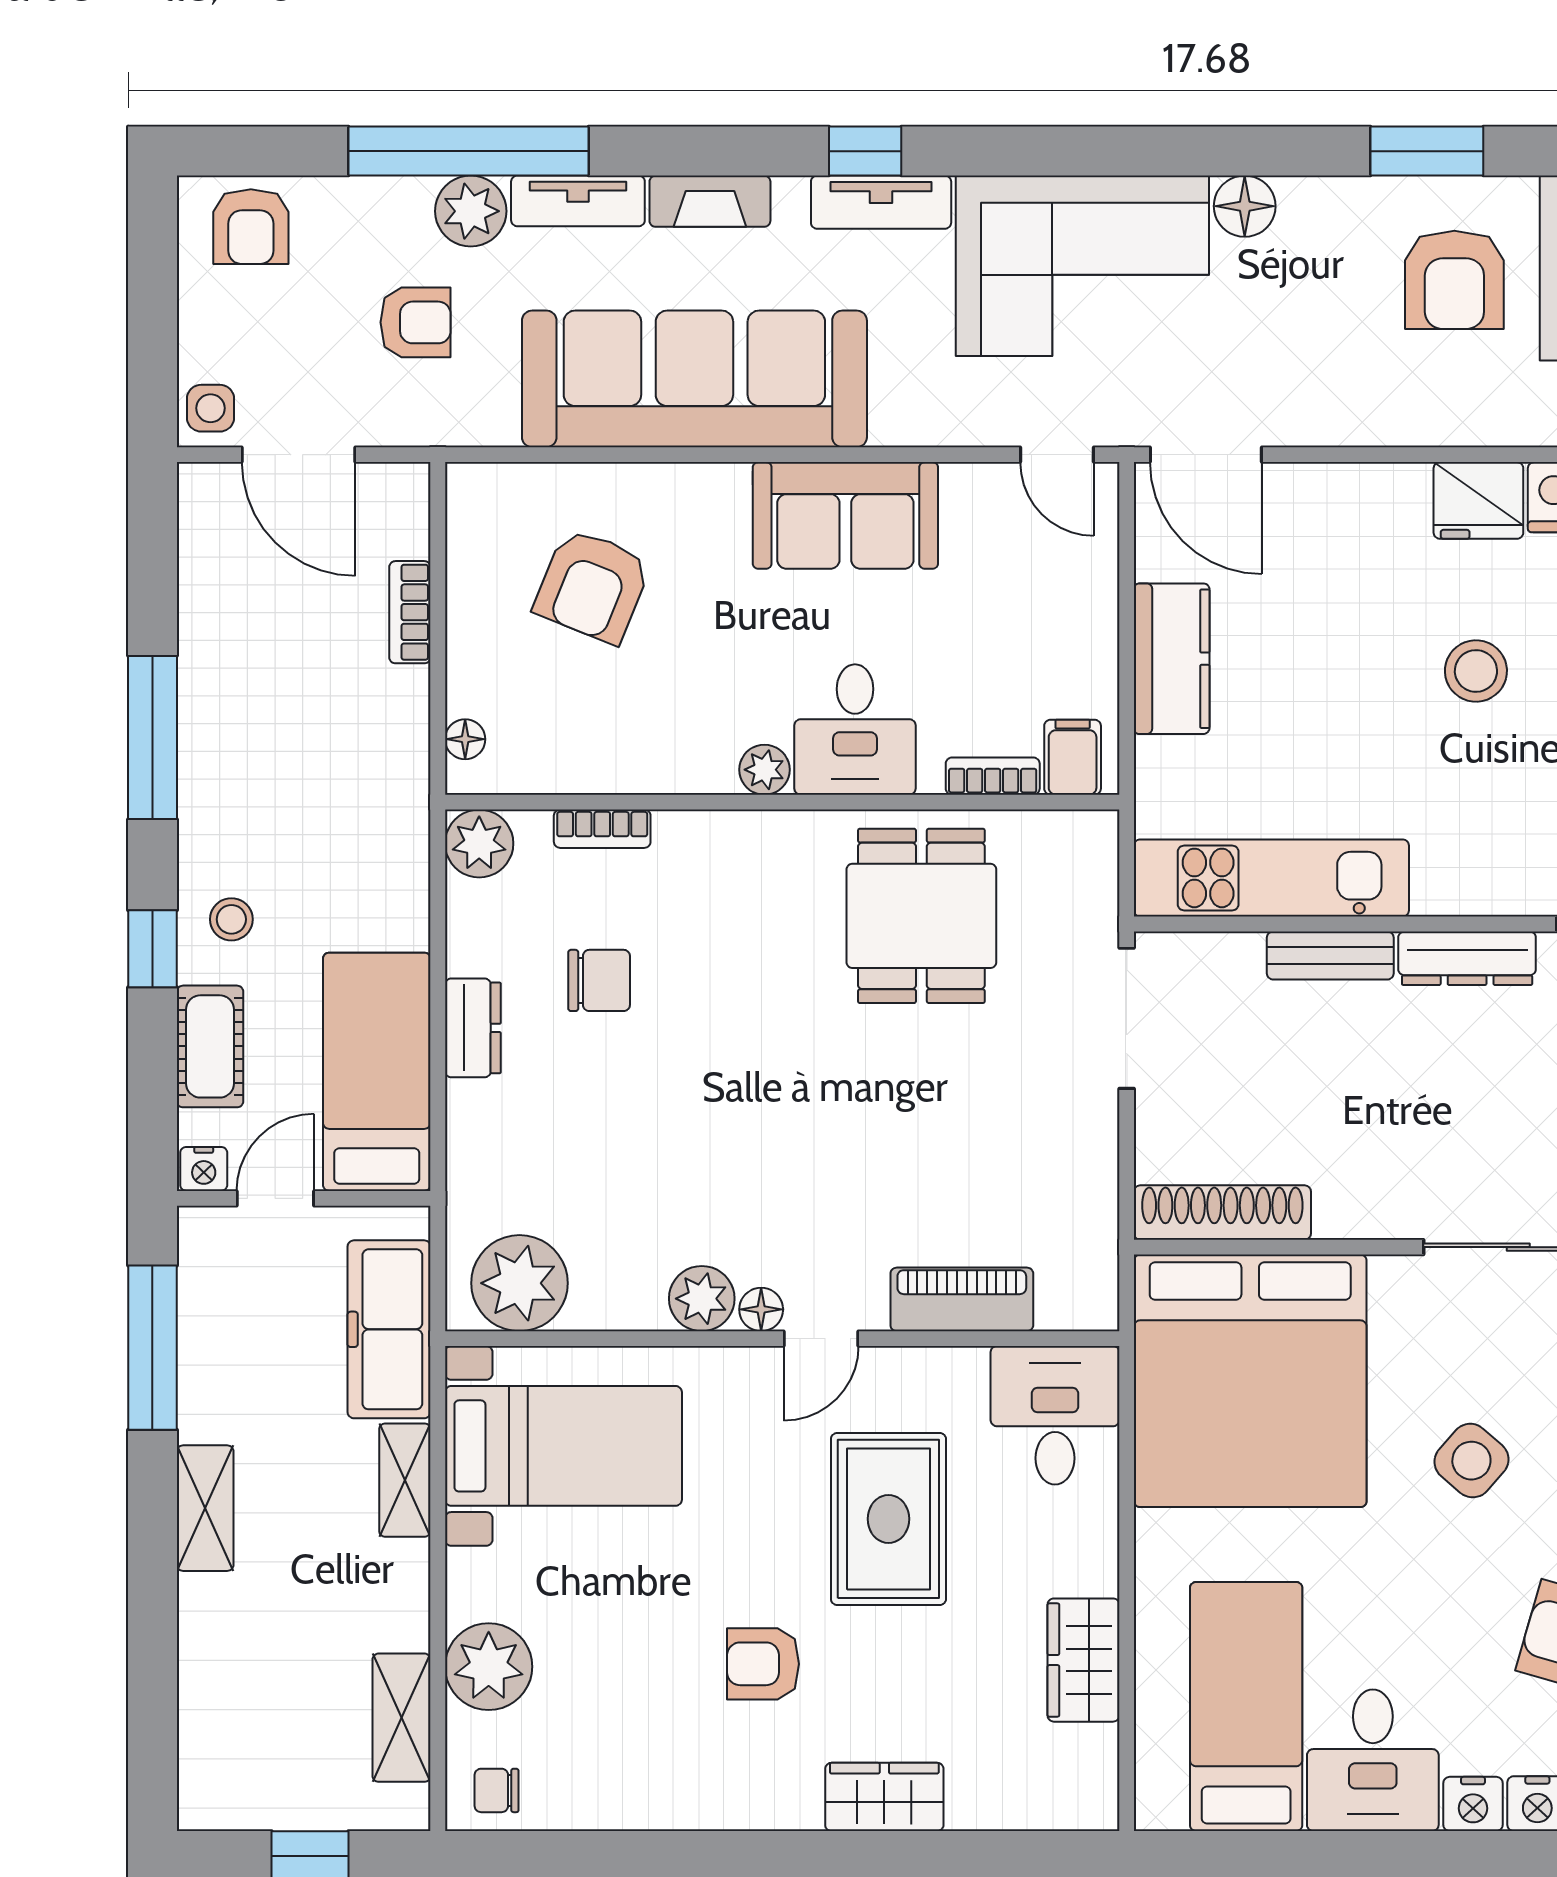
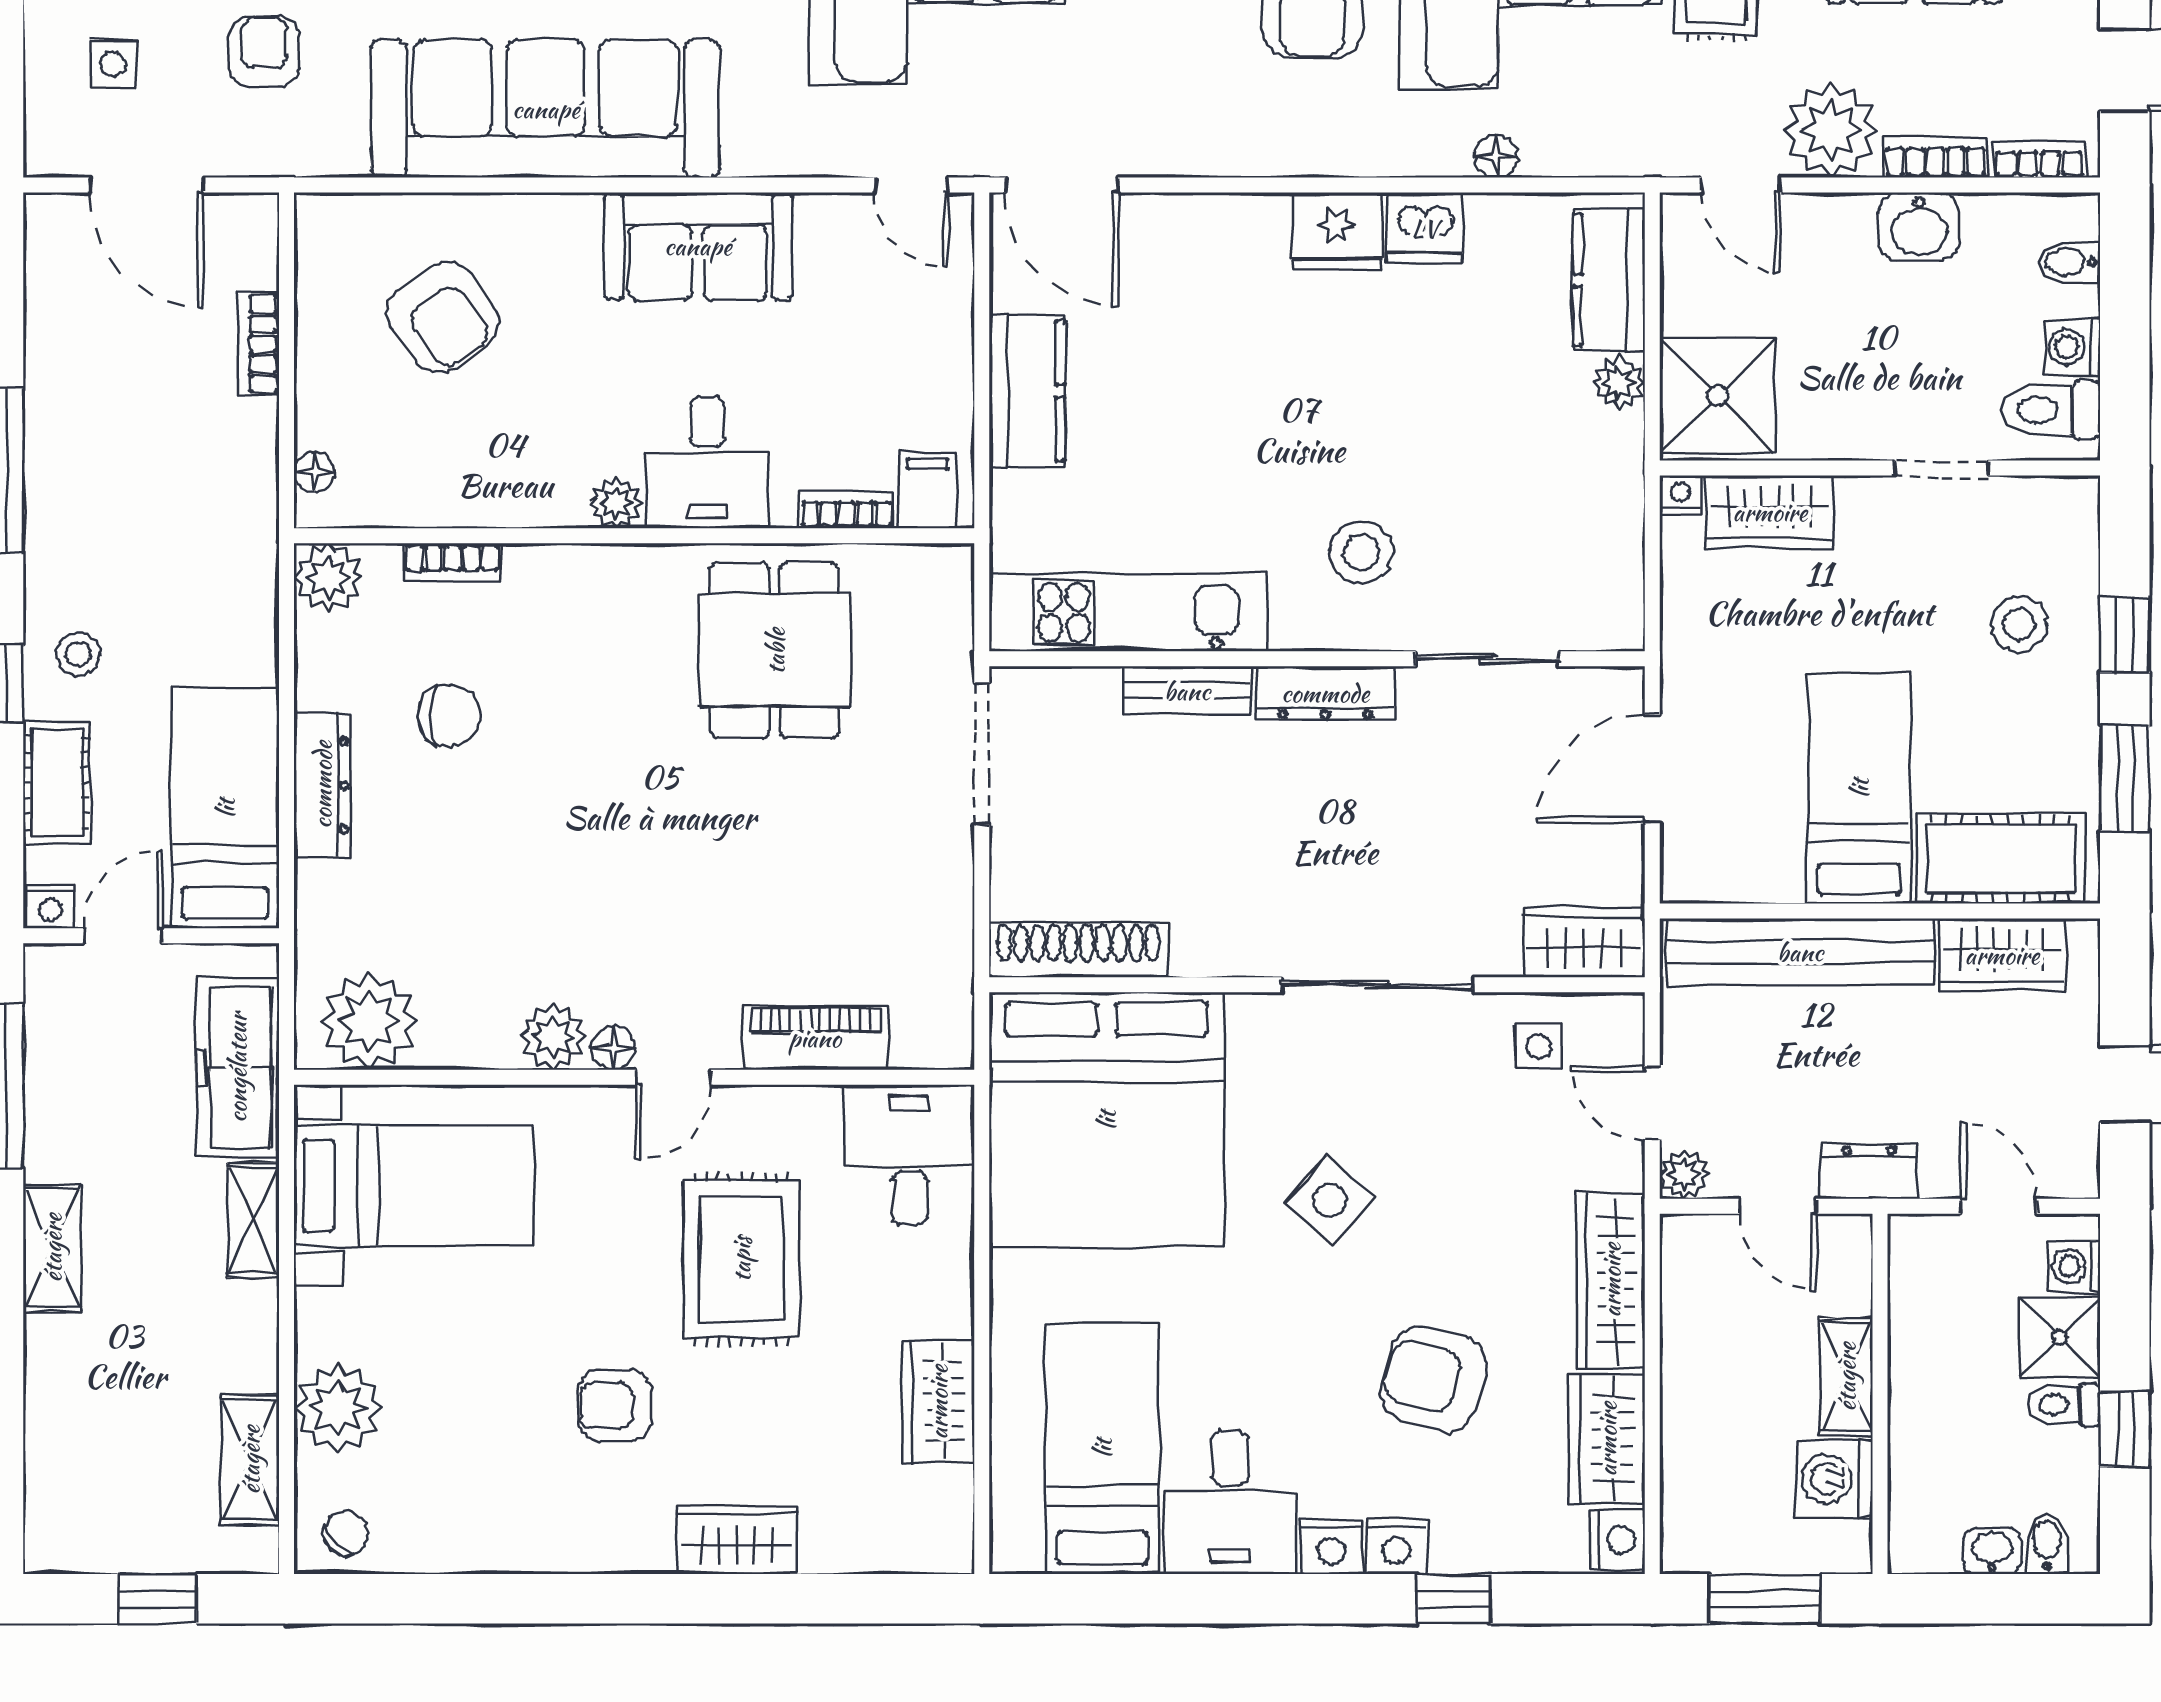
armchair: (415, 322) -> (264, 52), turned -90
side table: (211, 408) -> (113, 64), moved
armchair: (592, 586) -> (443, 317), turned -58
stool: (1476, 671) -> (1361, 553), moved
dresser: (473, 1028) -> (322, 785), width x1.44
chair: (497, 1790) -> (346, 1533), turned 135

